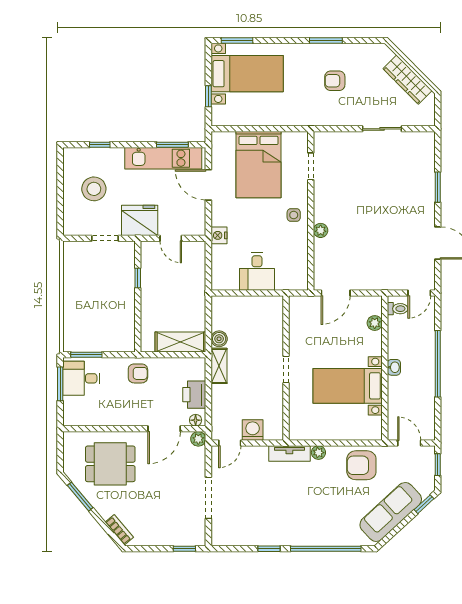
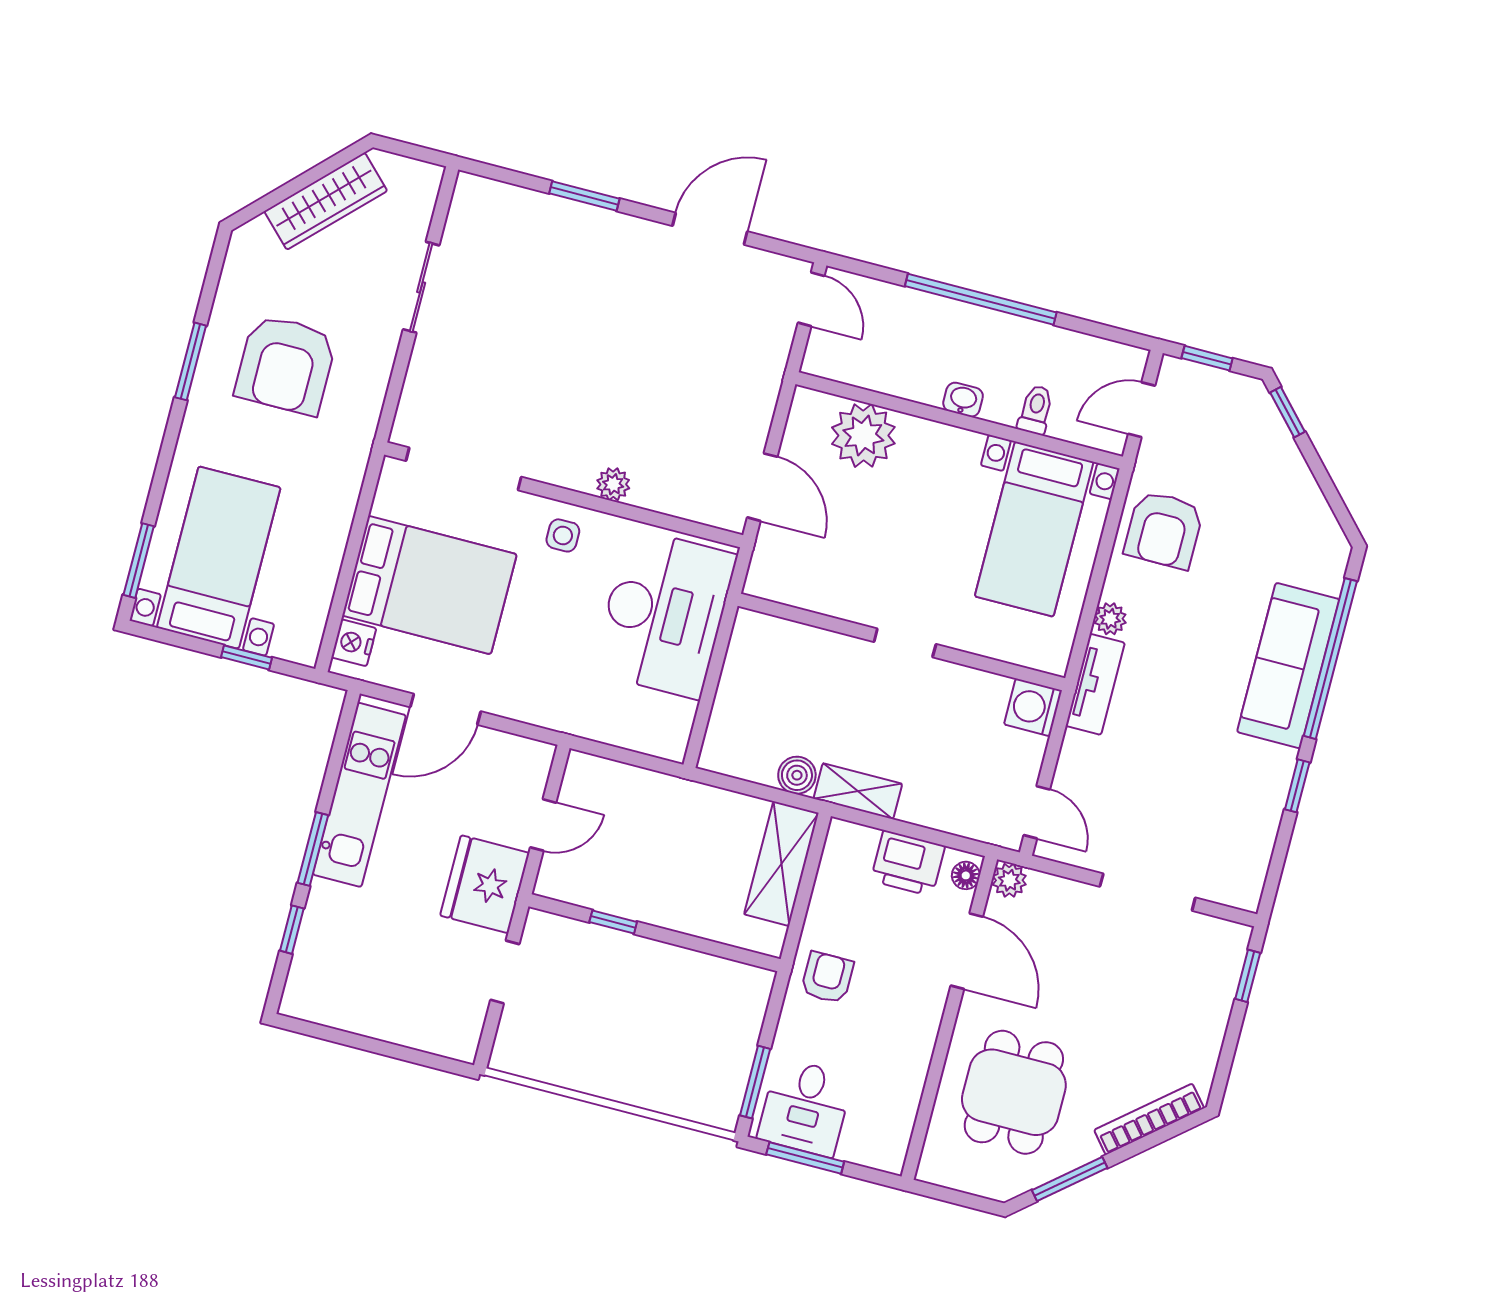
armchair: (335, 81) -> (286, 365), width x1.88, depth x1.88
window: (172, 145) -> (313, 849), moved
doorway: (311, 166) -> (464, 469), width x1.87
stool: (94, 189) -> (388, 968), removed
nightstand: (219, 235) -> (354, 643), moved, turned 90
desk: (257, 271) -> (664, 613), width x1.87, depth x1.30
toilet: (398, 309) -> (1036, 410), moved
plant: (375, 323) -> (863, 435), width x1.87, depth x1.87
bed with nightstands: (348, 386) -> (1034, 529), moved
washing machine: (253, 430) -> (1033, 707), moved
sofa: (391, 512) -> (1288, 666), moved, turned 43
bookcase: (119, 530) -> (1149, 1119), width x1.56

